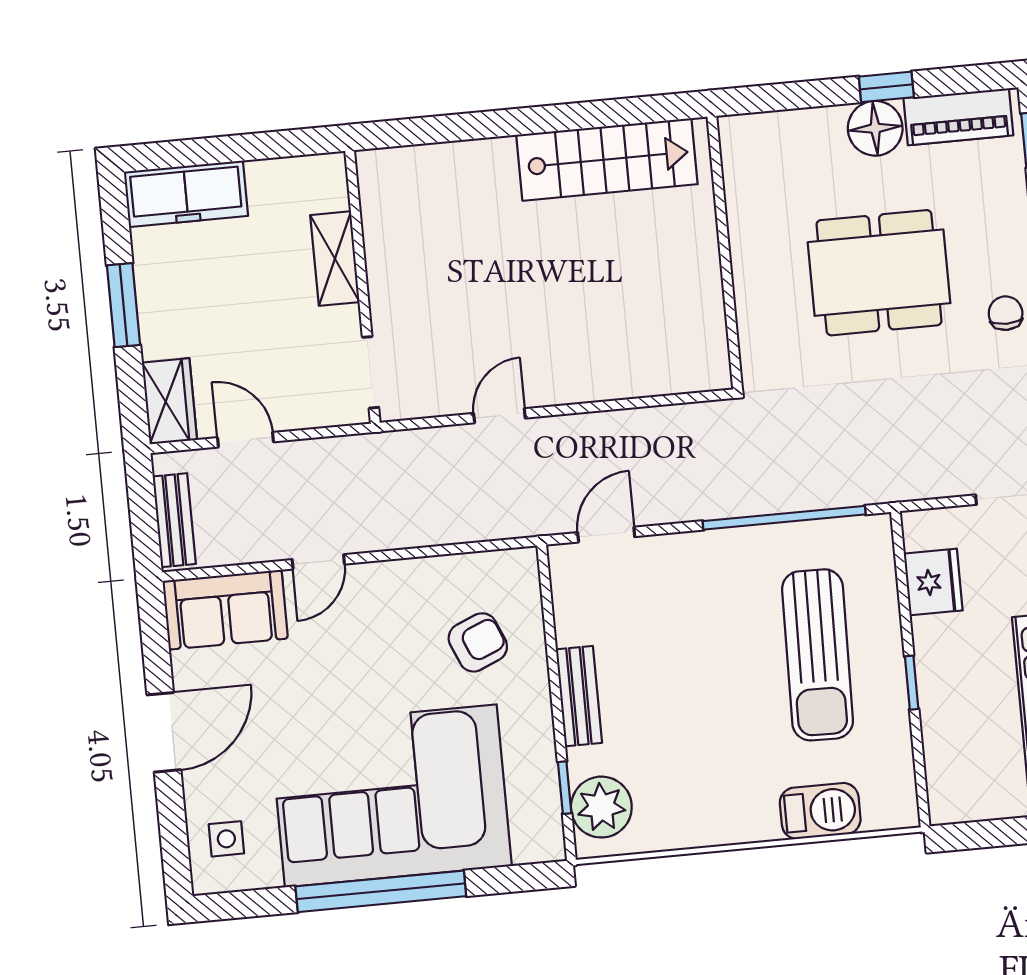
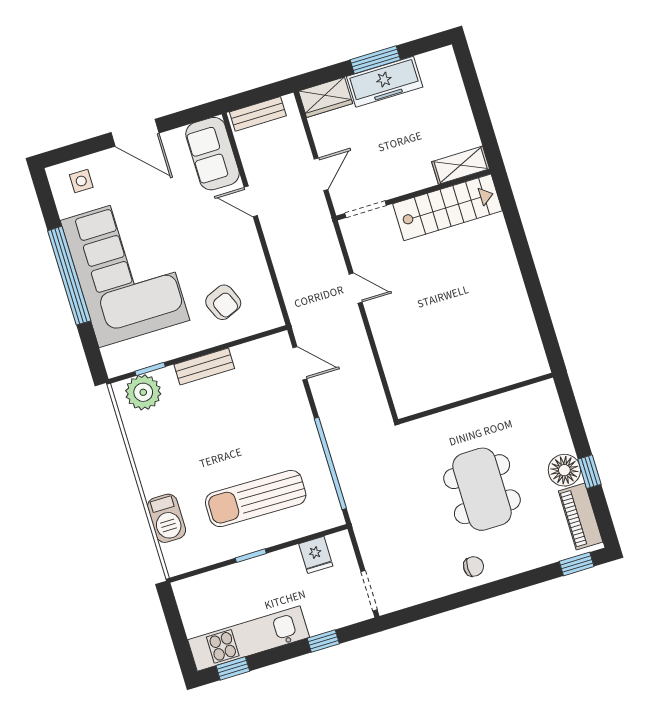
stairs: (607, 159) -> (447, 207), moved, turned -90
freezer: (186, 194) -> (385, 82), moved, turned -90
shelving: (335, 259) -> (461, 165), moved
door: (245, 440) -> (321, 174), moved
fridge: (933, 582) -> (316, 555), width x0.72

